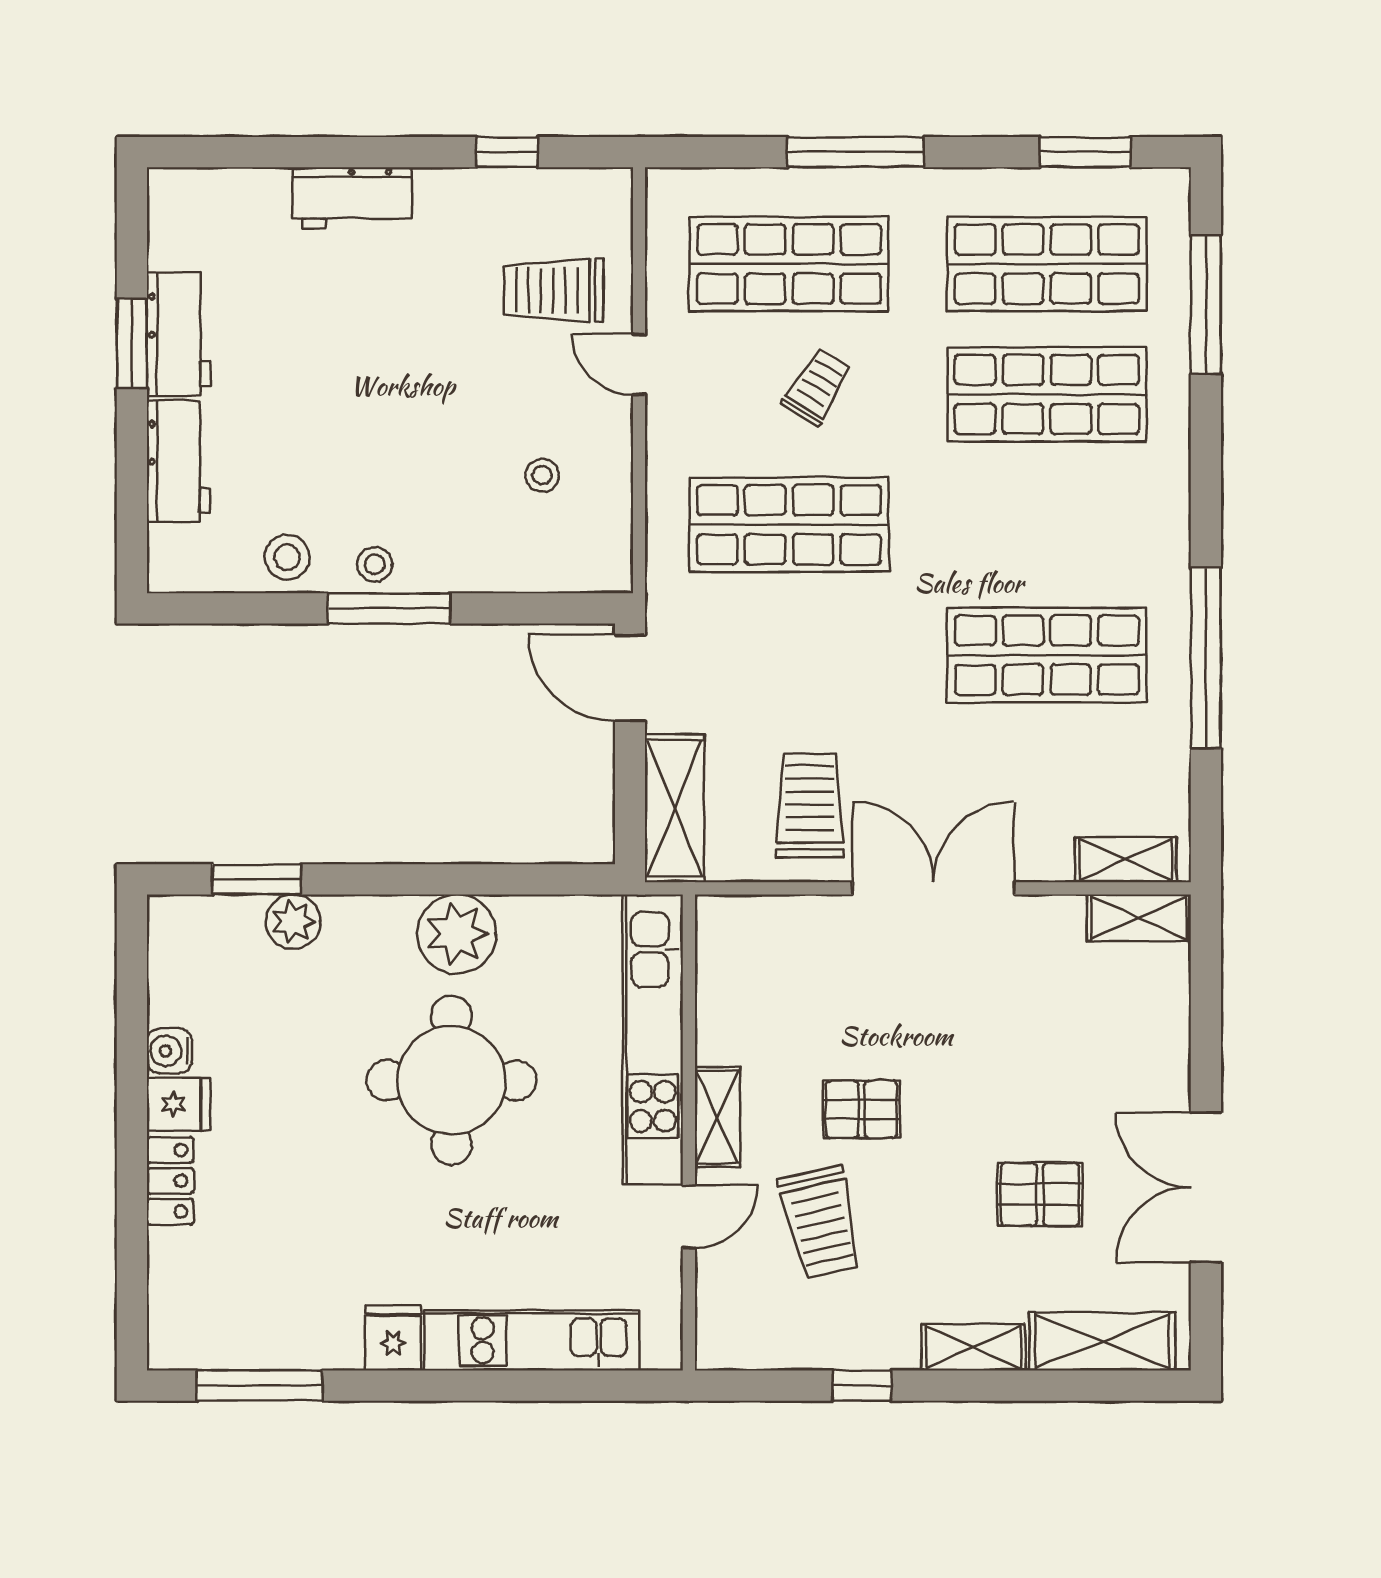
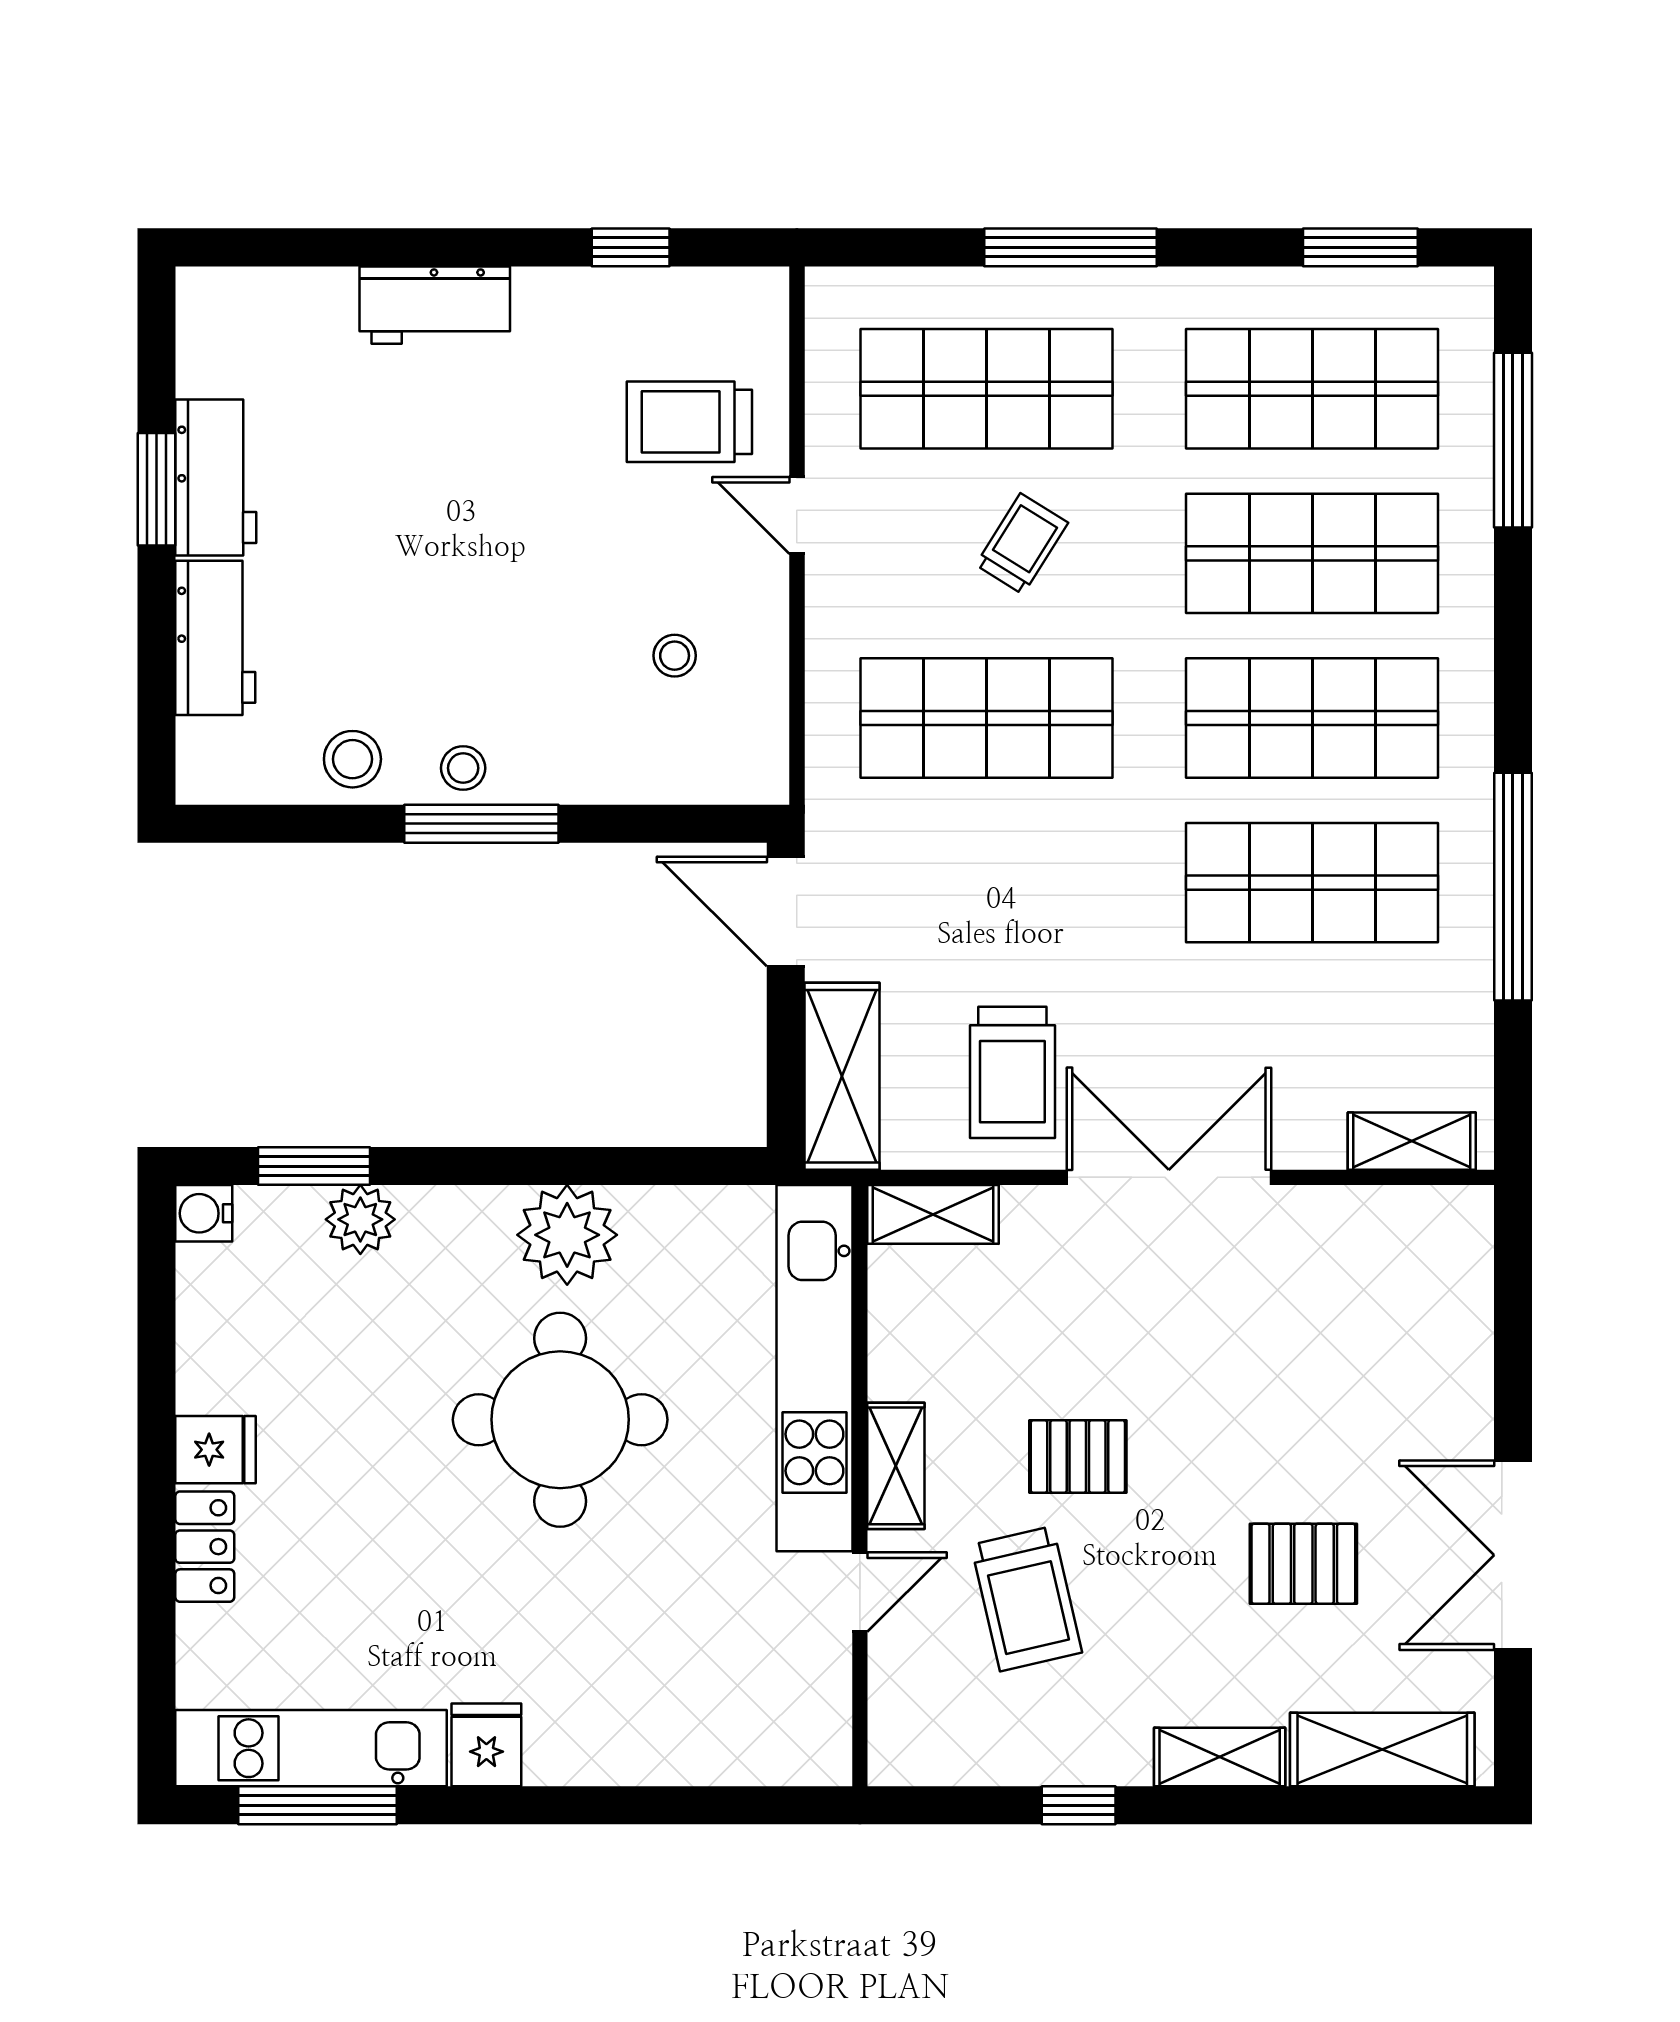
shop shelf: (1047, 525) -> (1312, 718), added
trolley: (810, 805) -> (1012, 1072), turned 180
shelving: (1139, 918) -> (933, 1214), moved
water cooler: (169, 1051) -> (204, 1213), moved
kitchen unit: (532, 1340) -> (311, 1748), moved

